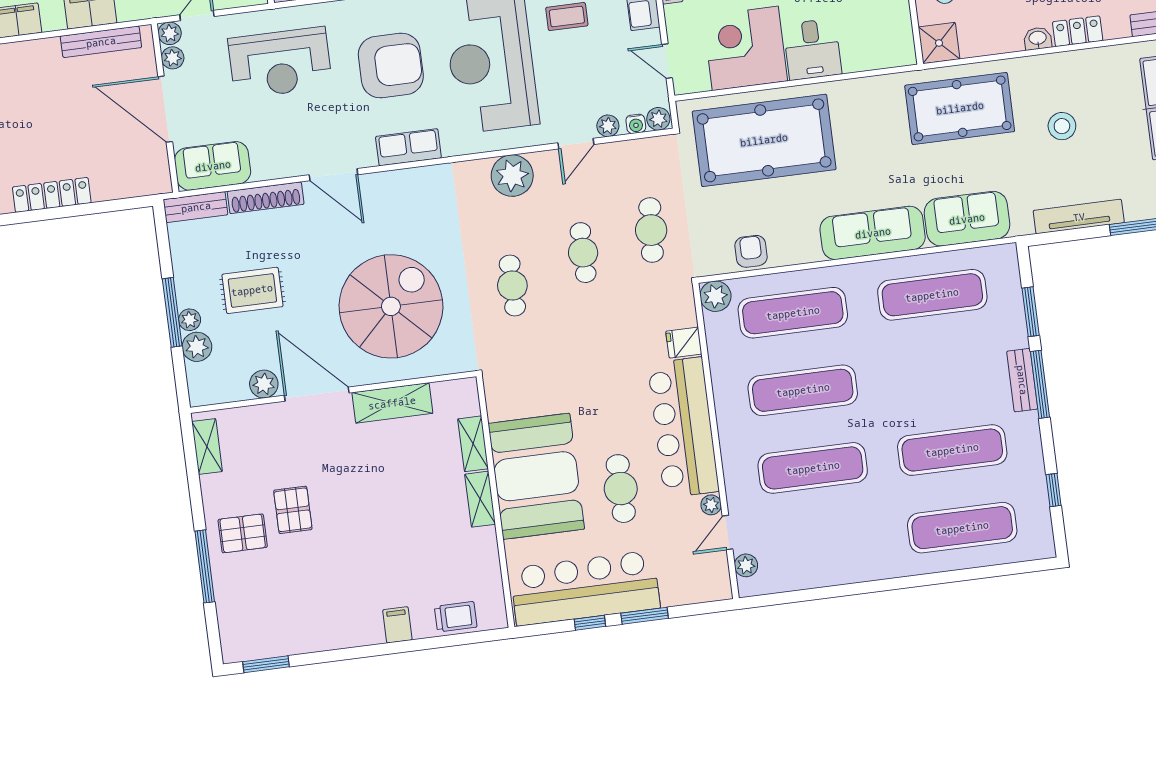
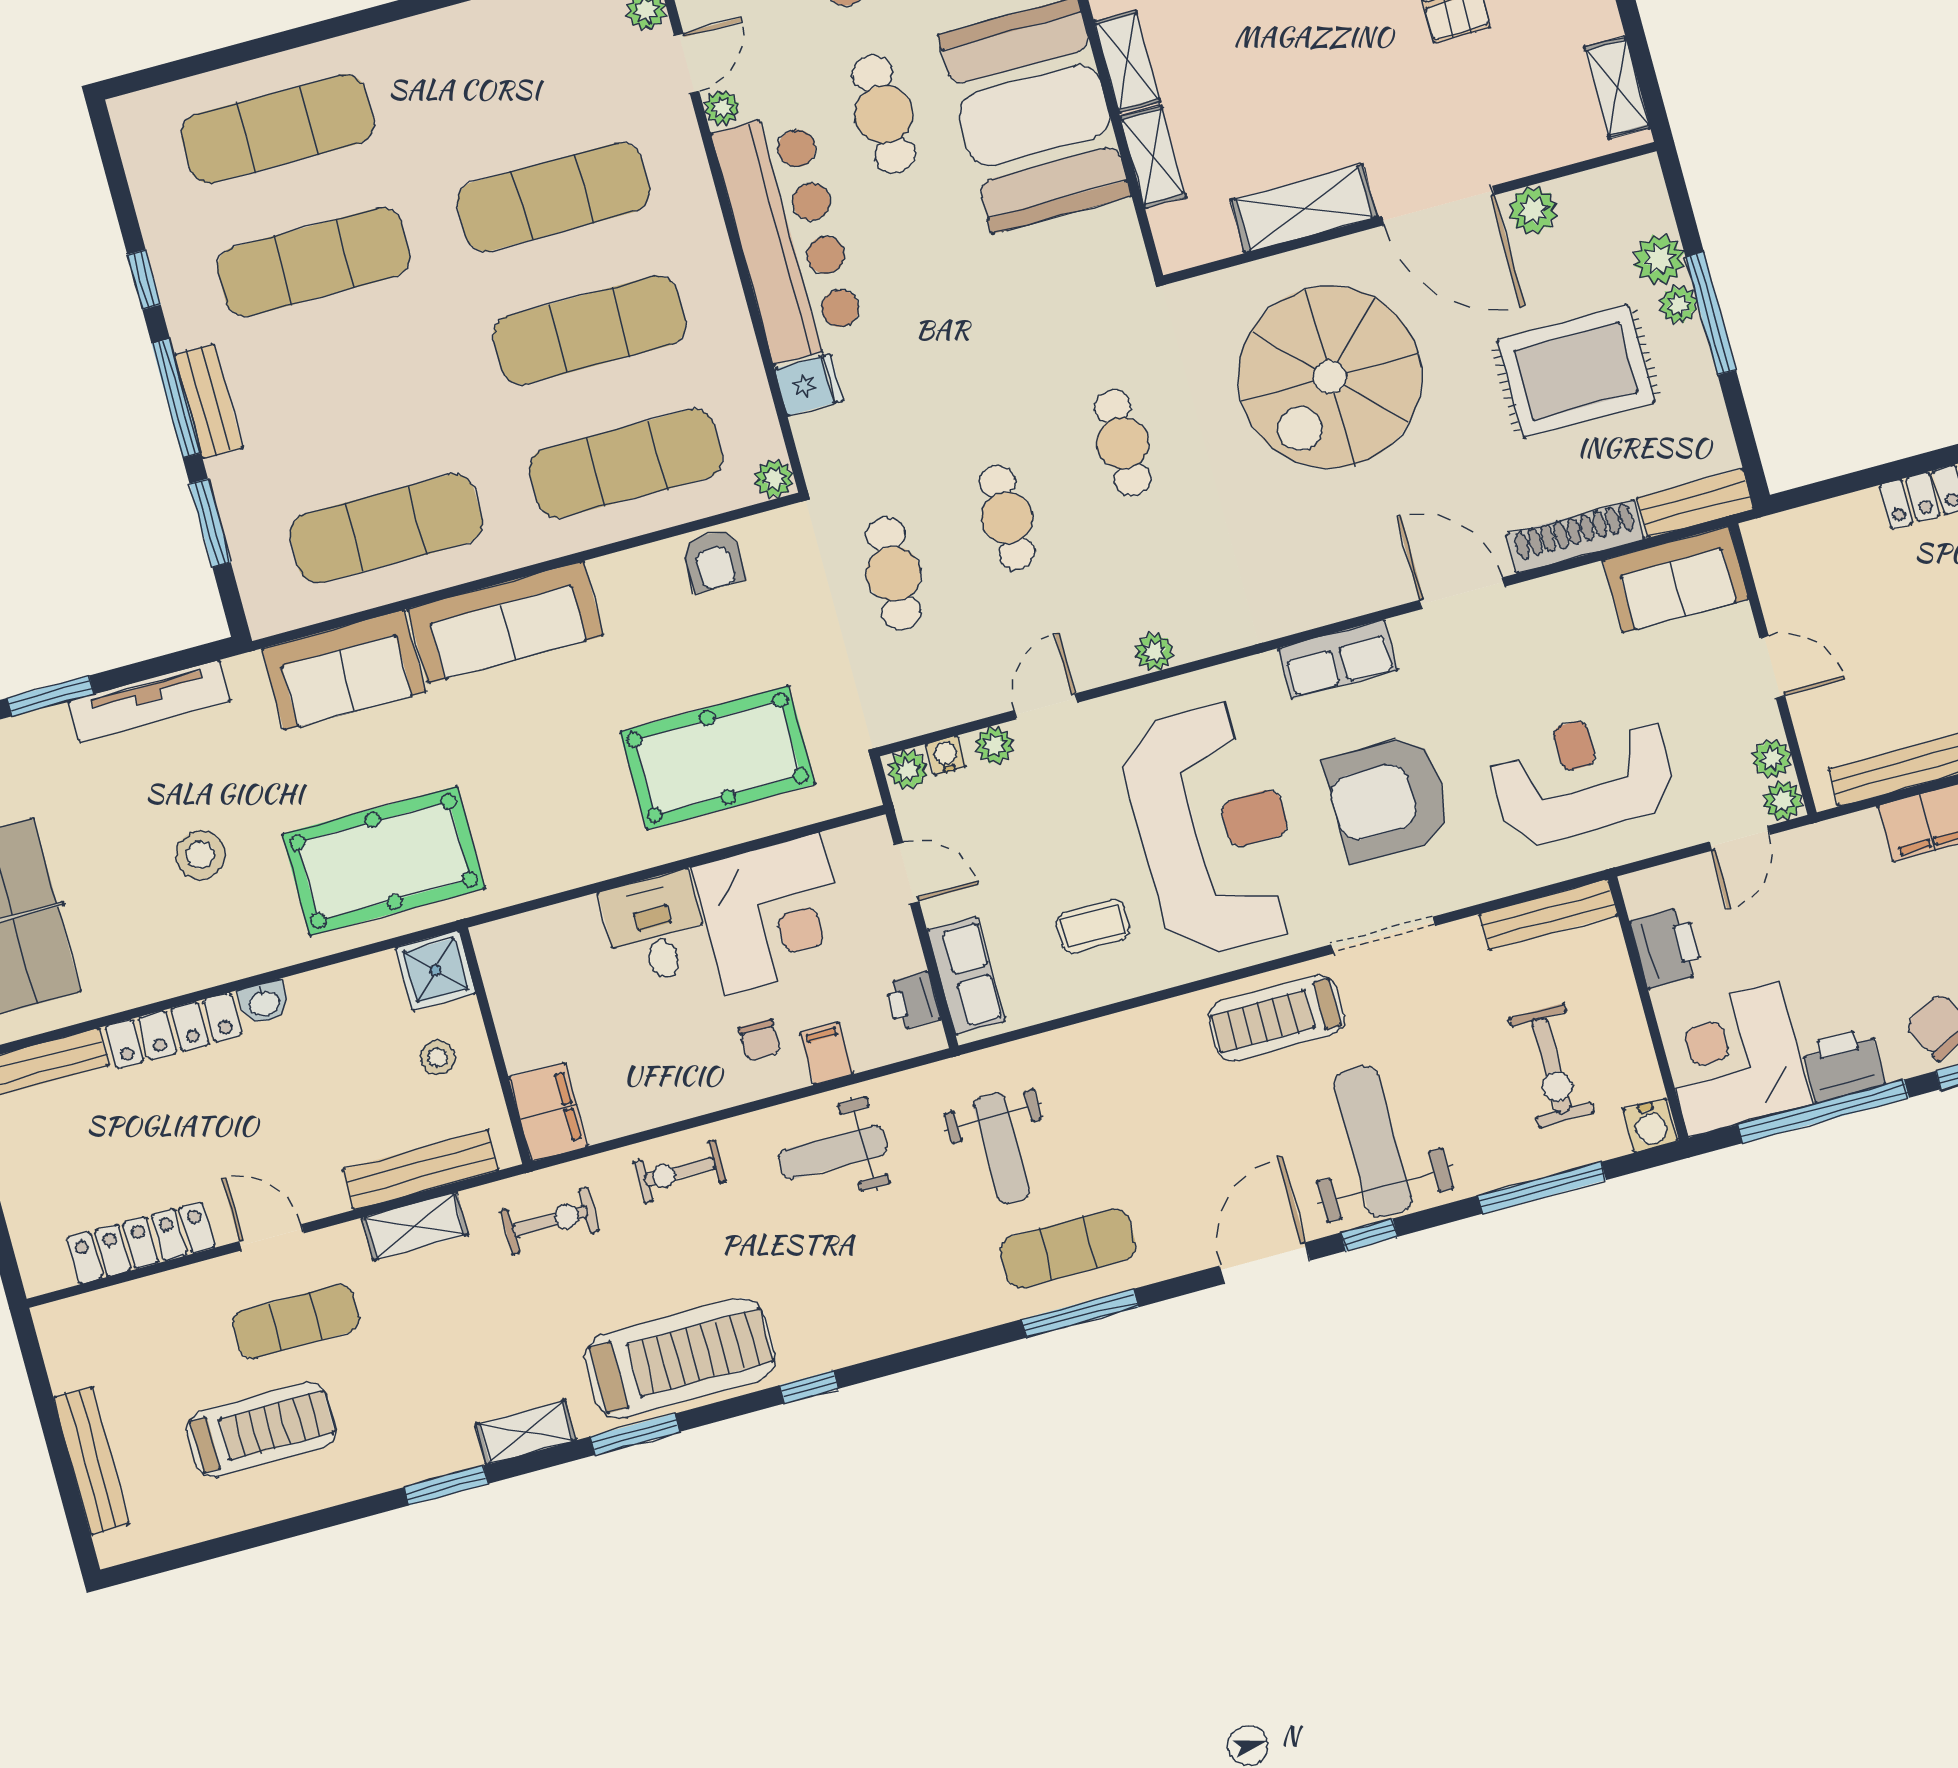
locker: (1078, 31) -> (174, 1031), width x1.53
door: (165, 109) -> (1772, 667), width x0.53
pool table: (764, 140) -> (718, 758), width x0.73, depth x0.76
plant: (512, 176) -> (1154, 652), width x0.53, depth x0.53
rug: (252, 290) -> (1576, 371), width x1.36, depth x1.43
plant: (715, 296) -> (774, 479), width x0.73, depth x0.73
window: (1054, 490) -> (144, 280), moved

